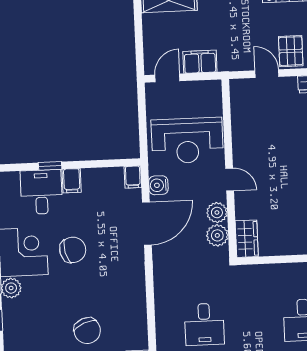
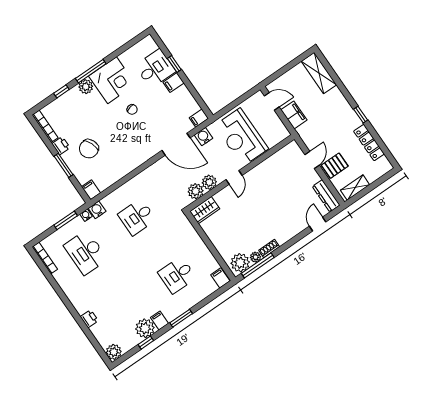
chair: (73, 250) -> (132, 109), width x0.54, depth x0.54

